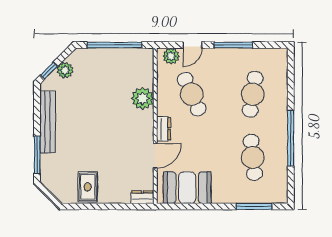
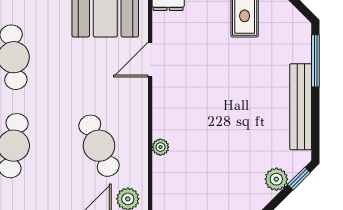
plant: (142, 98) -> (160, 147), width x0.53, depth x0.53
dresser: (164, 129) -> (138, 97), removed

